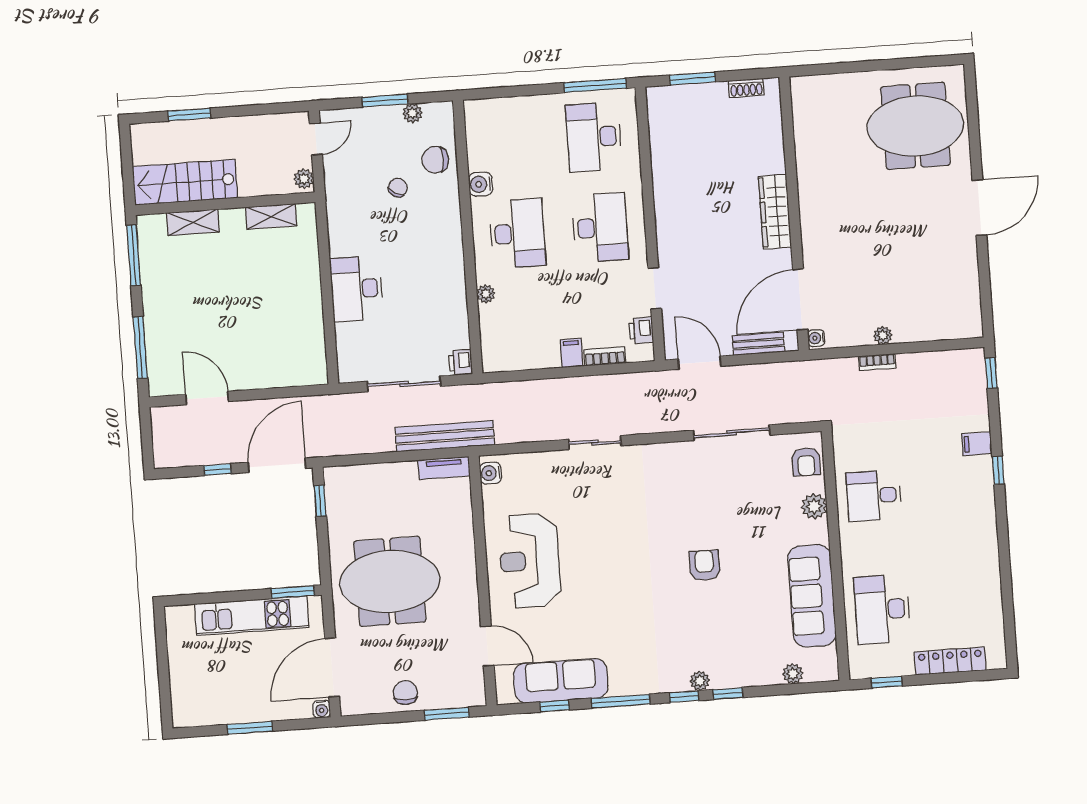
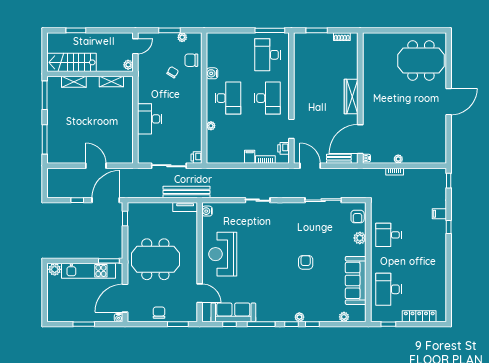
door: (207, 398) -> (96, 166), moved
plant: (181, 618) -> (55, 269), added

